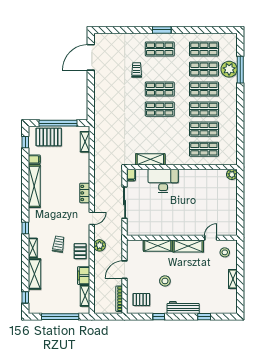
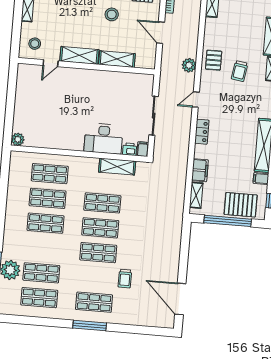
window: (162, 30) -> (90, 326), width x1.44
door: (91, 57) -> (180, 299), swing flipped
shop shelf: (204, 89) -> (102, 203), moved
printer: (141, 174) -> (130, 149), added
door: (125, 270) -> (161, 33), swing flipped
filing cabinet: (84, 276) -> (200, 170), moved

